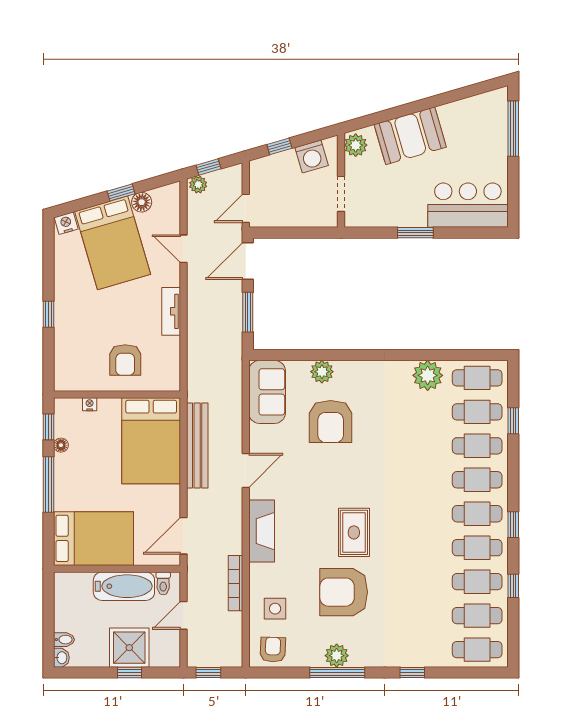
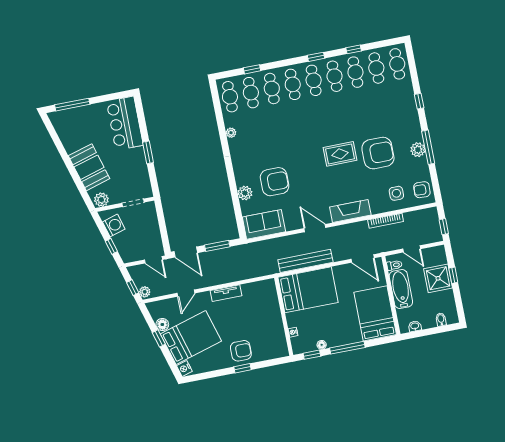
armchair: (125, 360) -> (241, 351), moved
plant: (428, 375) -> (231, 133), width x0.53, depth x0.53
armchair: (344, 592) -> (378, 153), turned -90
washbasin: (61, 658) -> (415, 326), moved

